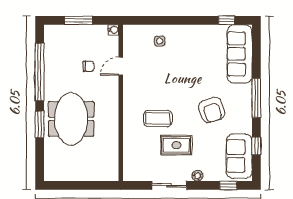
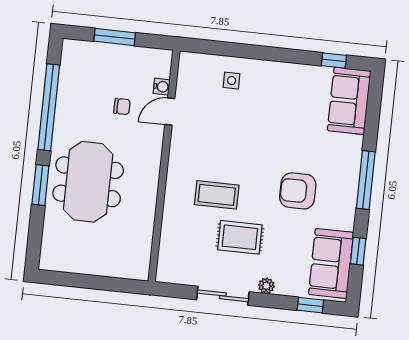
water cooler: (113, 30) -> (162, 87), moved
sofa: (240, 54) -> (349, 101), width x0.73
armchair: (212, 110) -> (298, 191), turned 109

